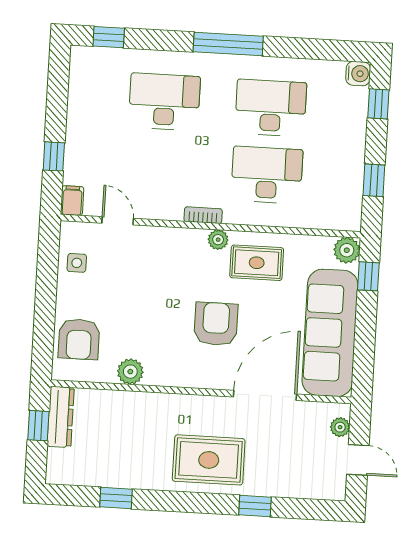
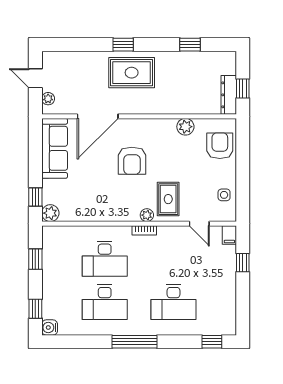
plant: (218, 240) -> (147, 215), moved
rug: (257, 263) -> (168, 199), moved, turned 90
sofa: (330, 333) -> (55, 148), width x0.74, depth x0.79
window: (255, 506) -> (123, 45), moved

